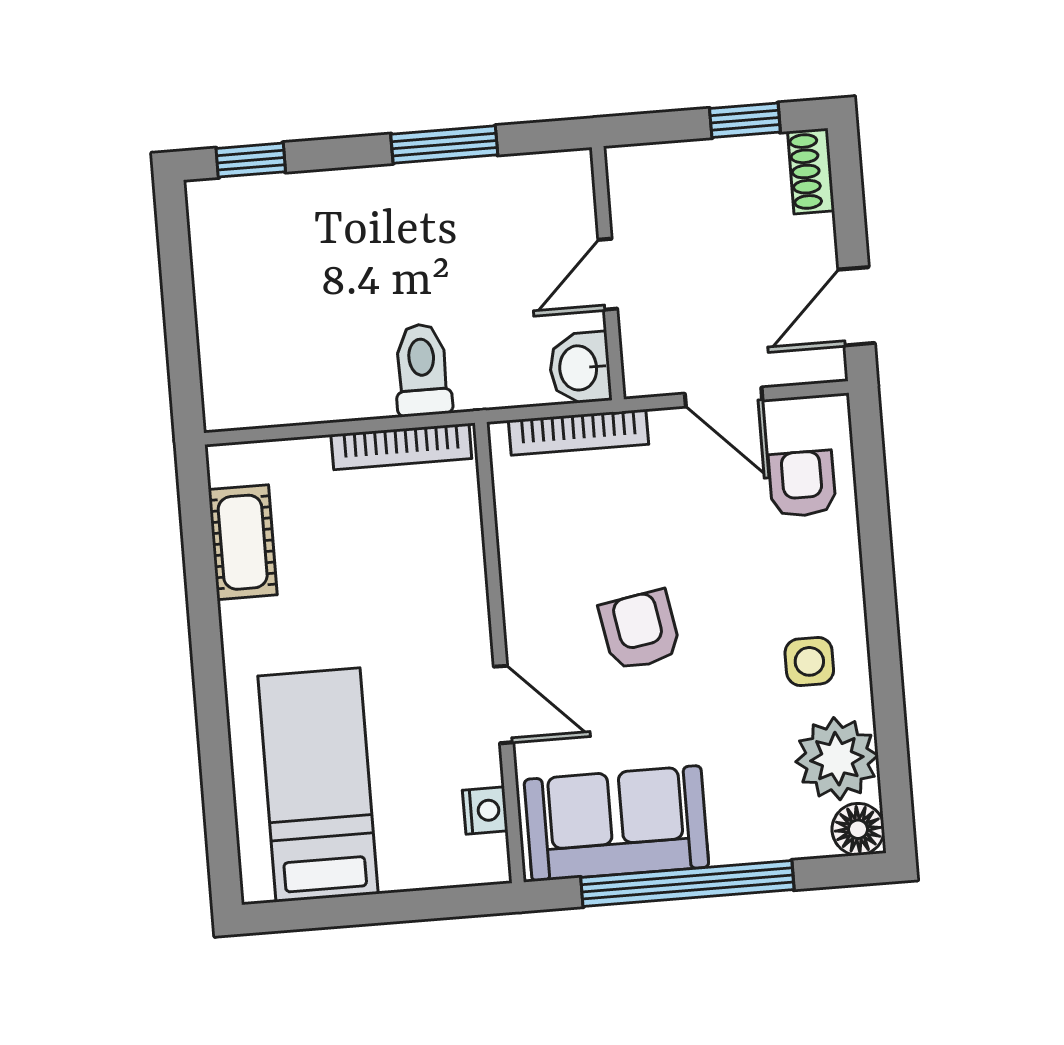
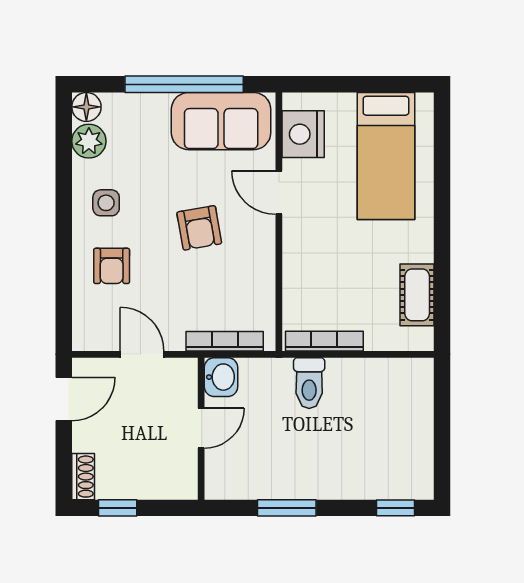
armchair: (802, 484) -> (112, 266), moved
plant: (837, 759) -> (89, 141), width x0.73, depth x0.73
nightstand: (485, 810) -> (303, 134), width x1.89, depth x1.79

